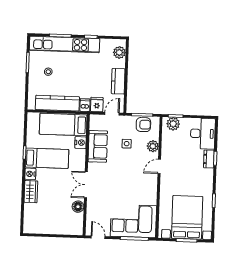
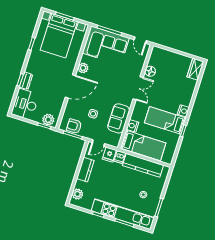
plant: (153, 146) -> (83, 68), moved
door: (159, 166) -> (70, 86), width x1.87
wardrobe: (31, 192) -> (195, 69), moved

